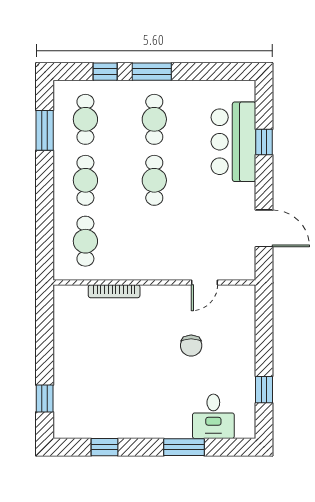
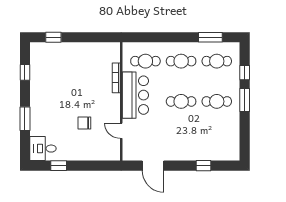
bar counter: (233, 142) -> (135, 95), moved, turned 90
door: (264, 228) -> (153, 166), hinge flipped
desk: (213, 416) -> (43, 149), moved

